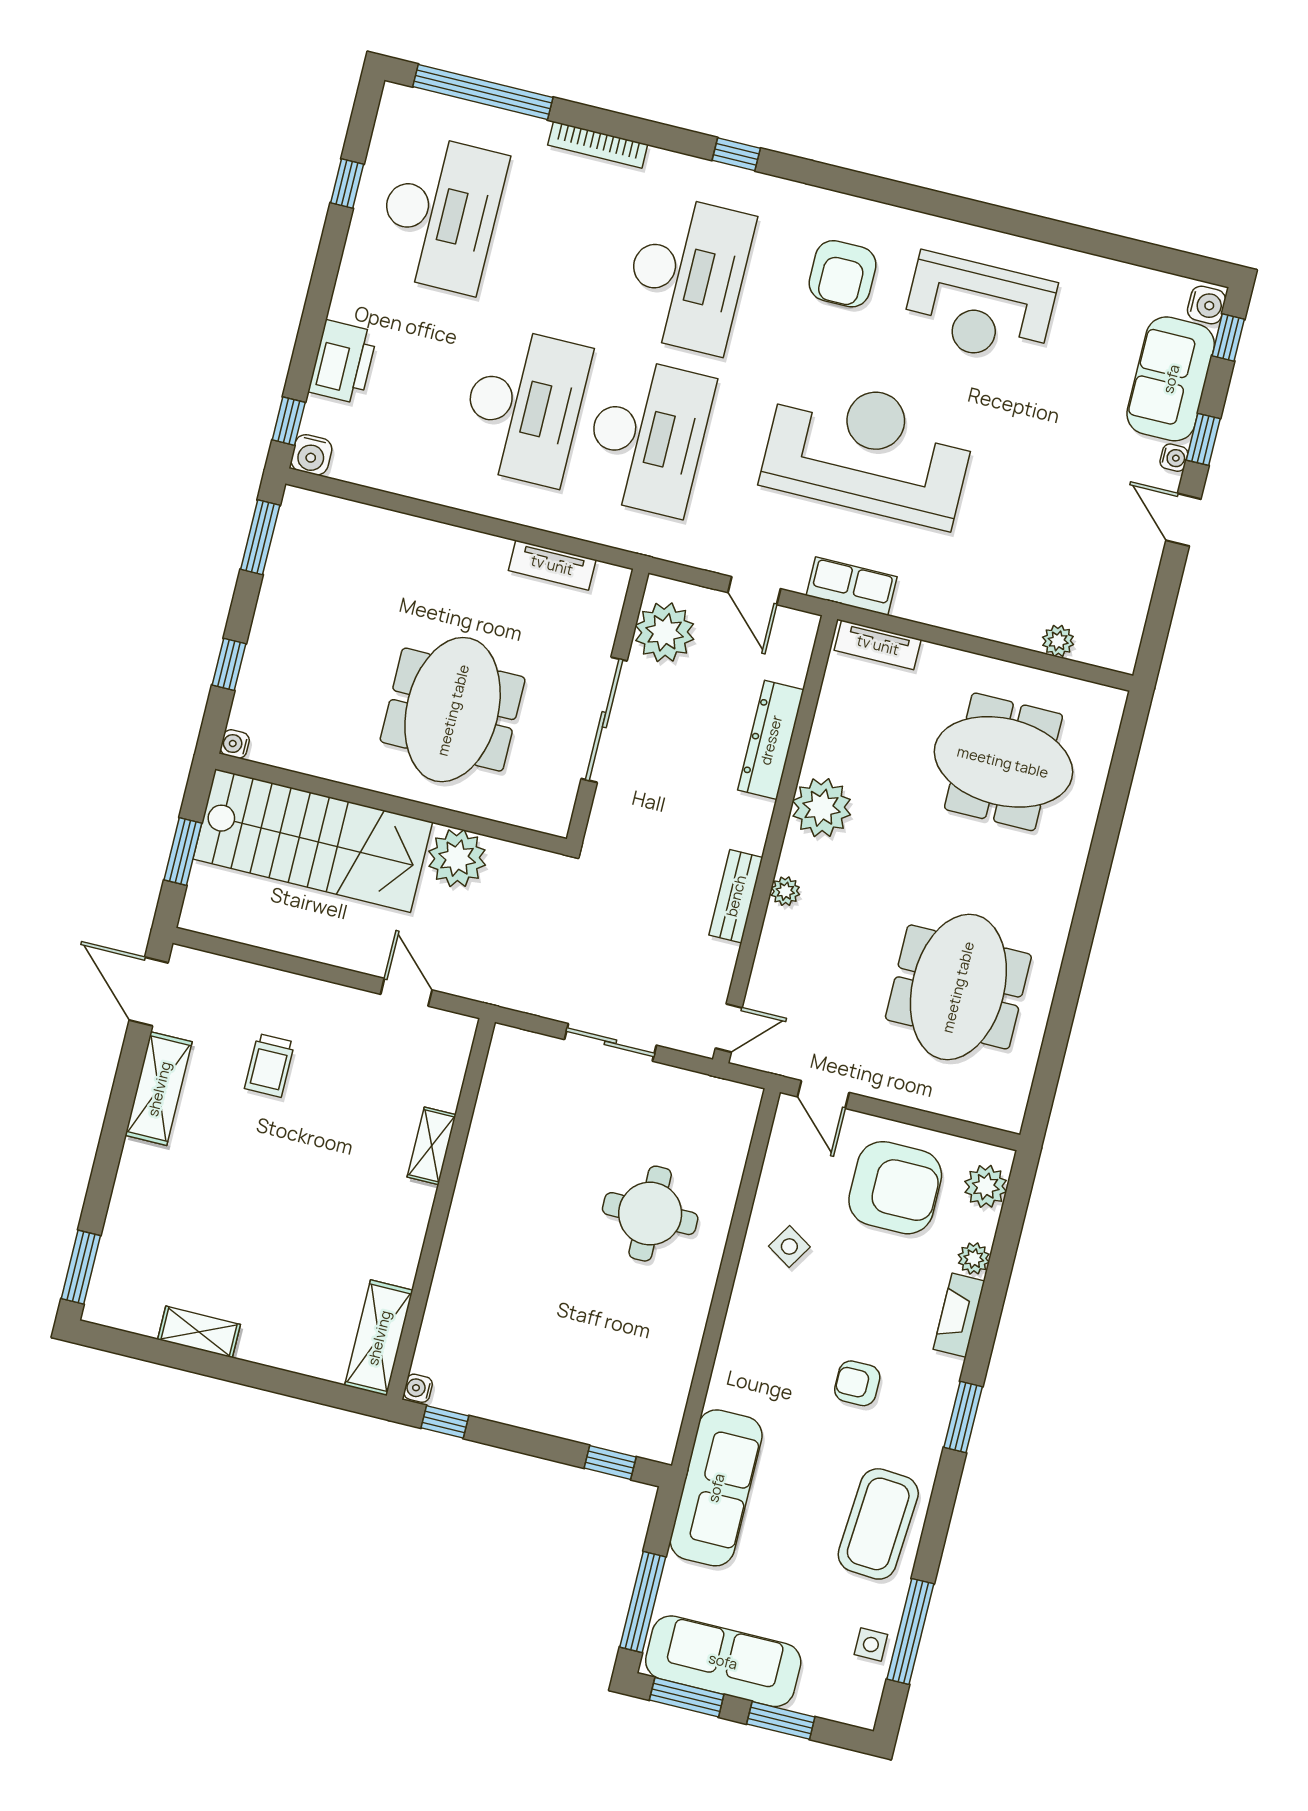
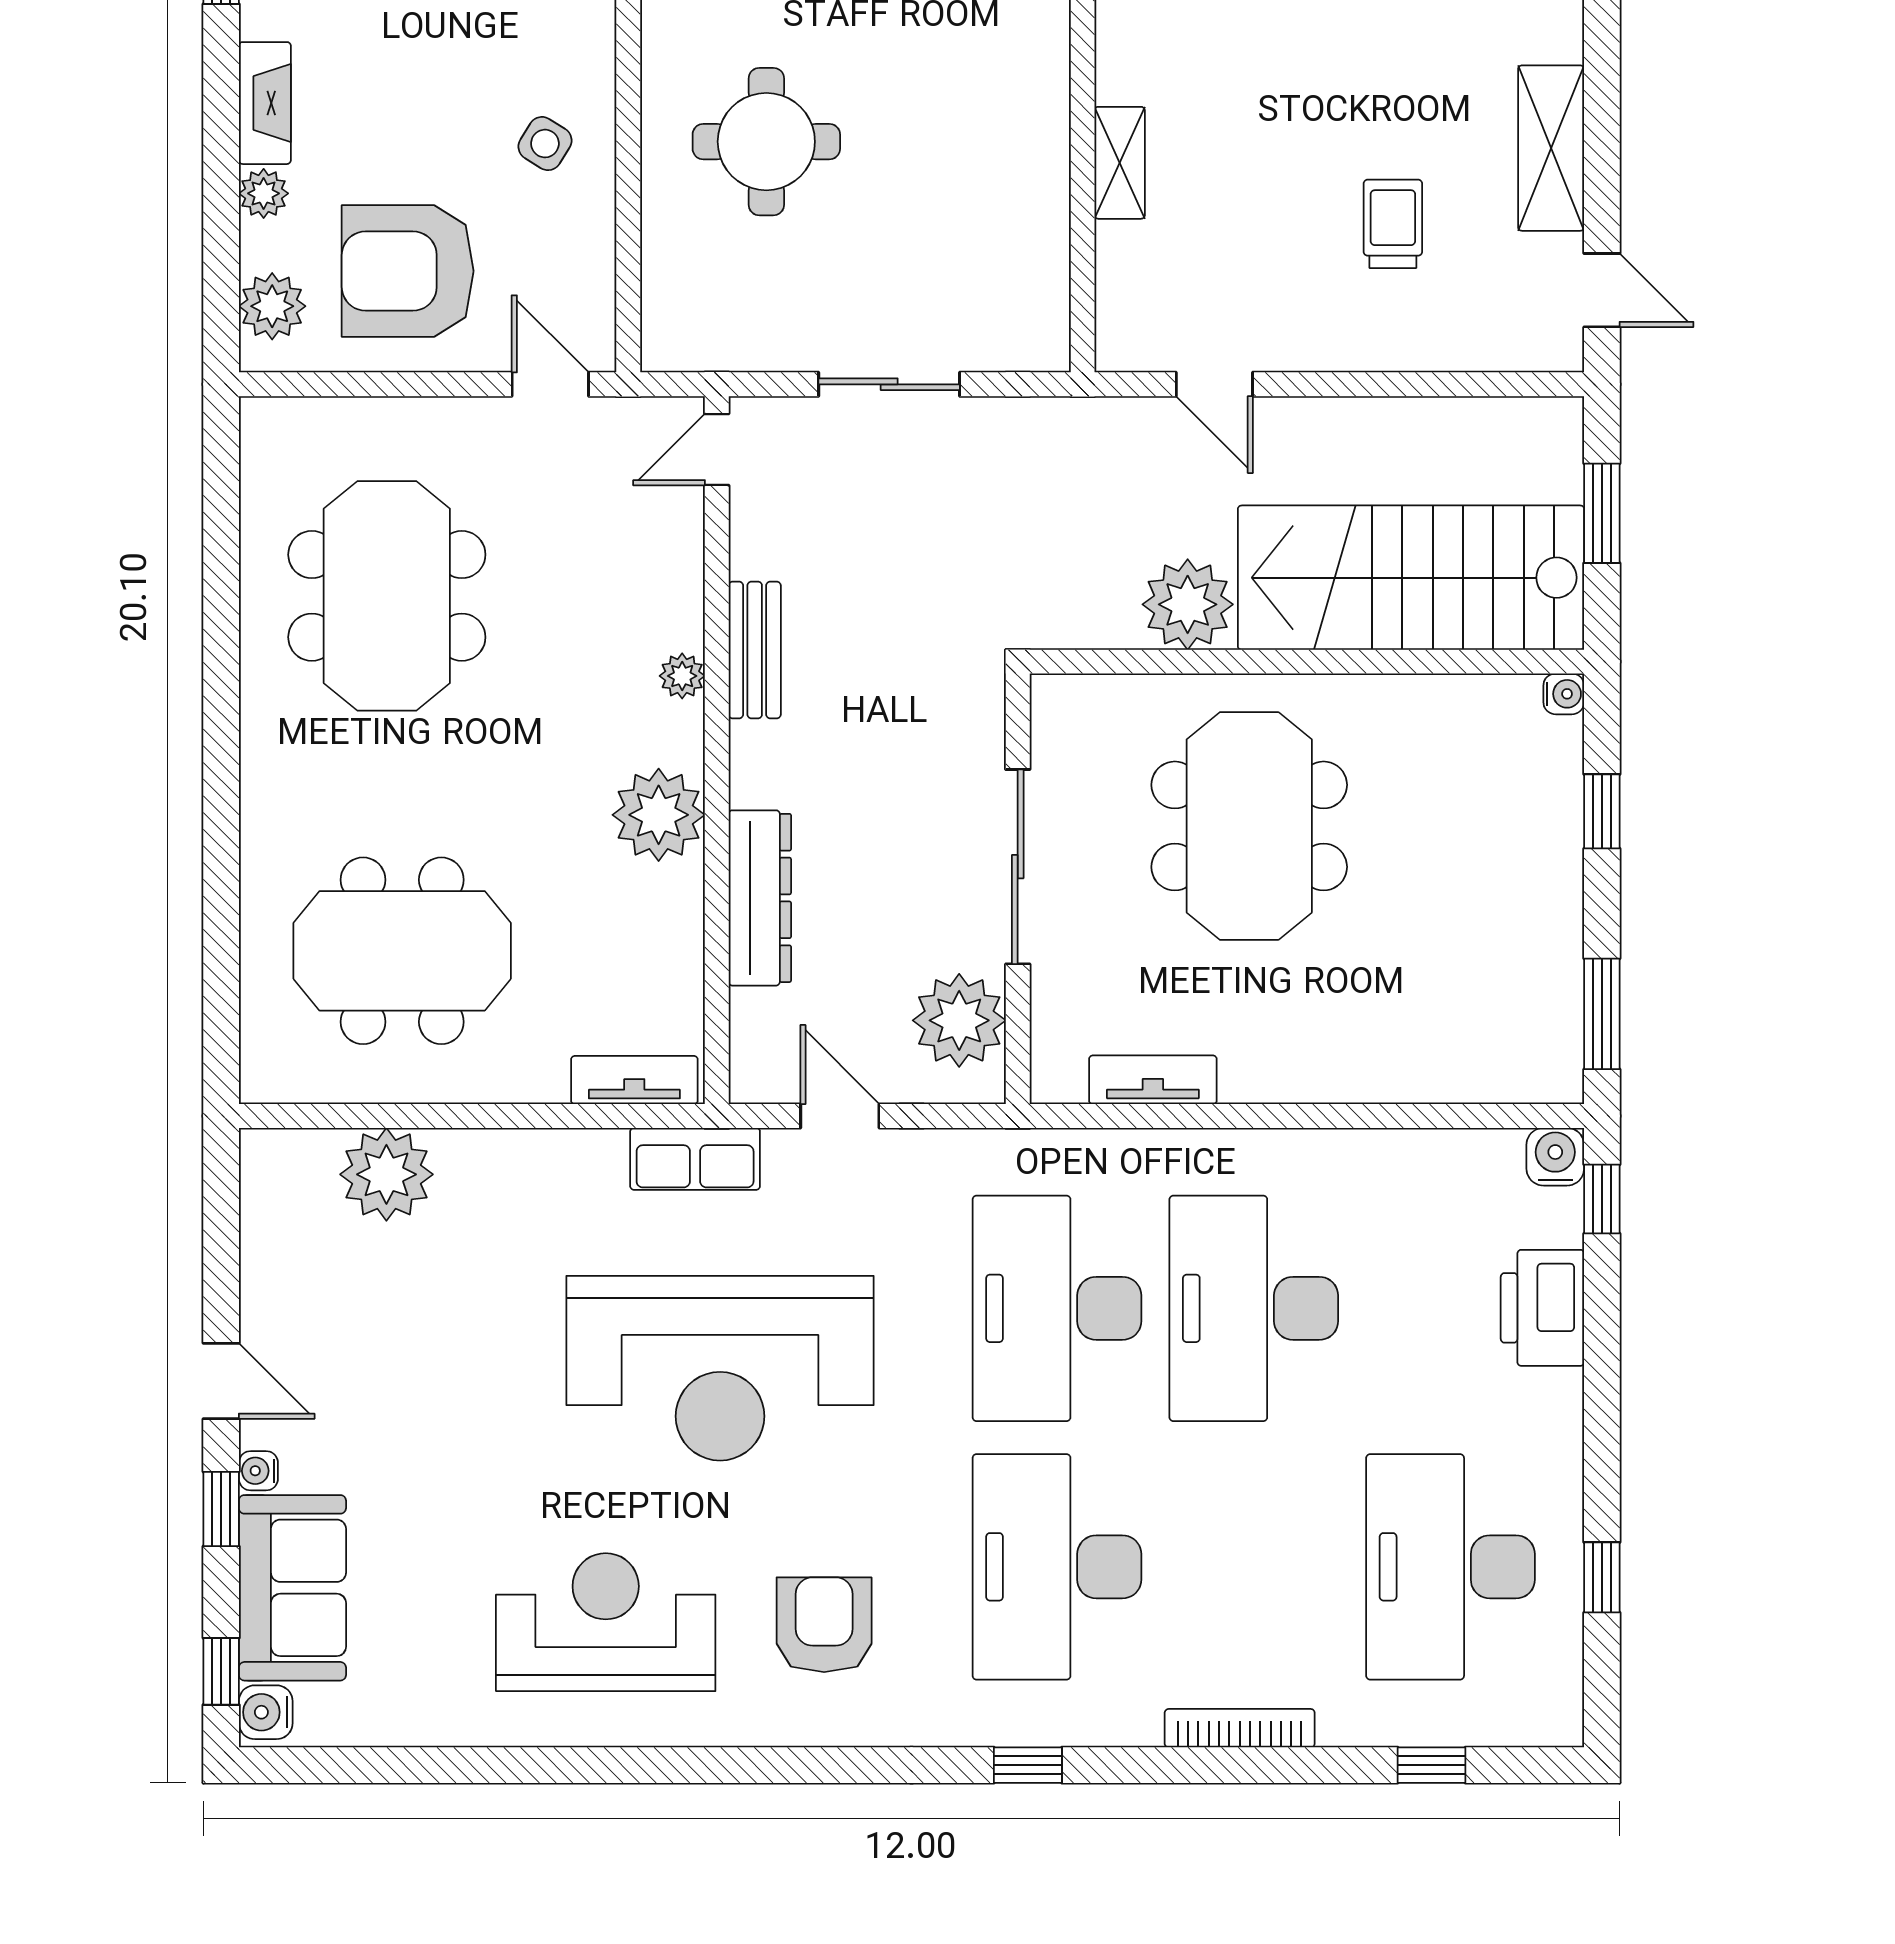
window: (483, 92) -> (1432, 1765), width x0.32
plant: (1058, 641) -> (386, 1174), width x1.88, depth x1.88
door: (149, 992) -> (1602, 290), width x0.73

